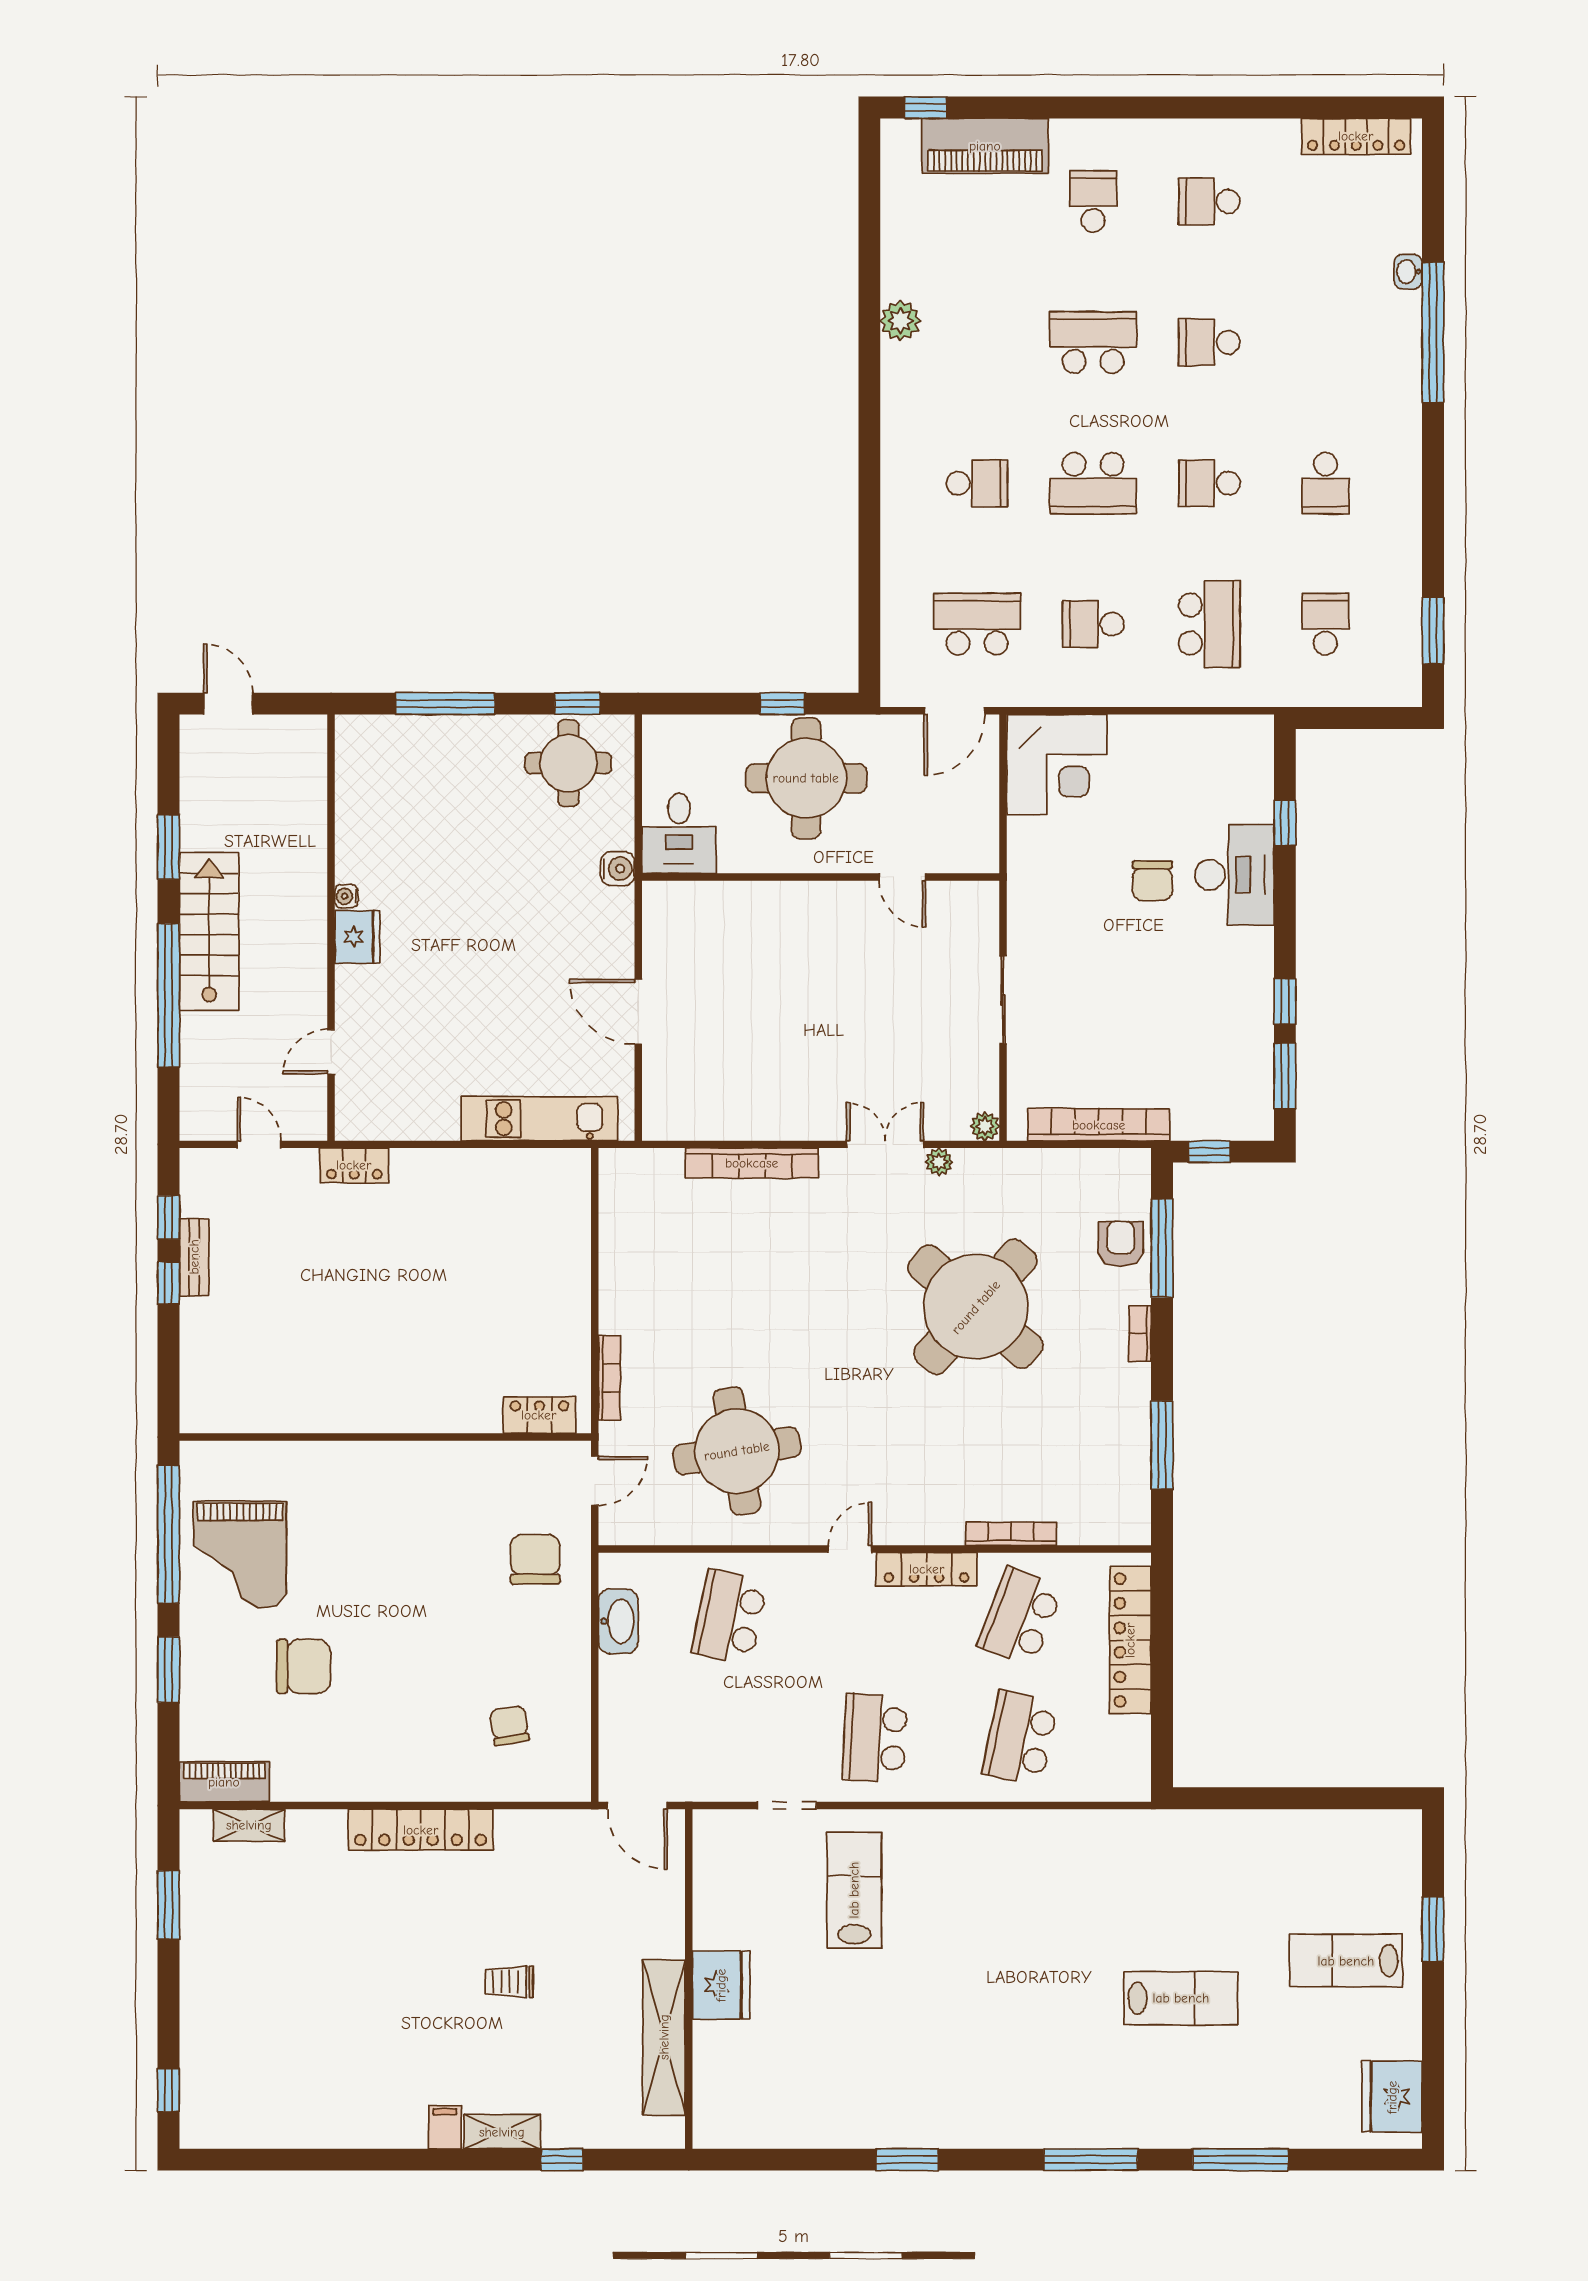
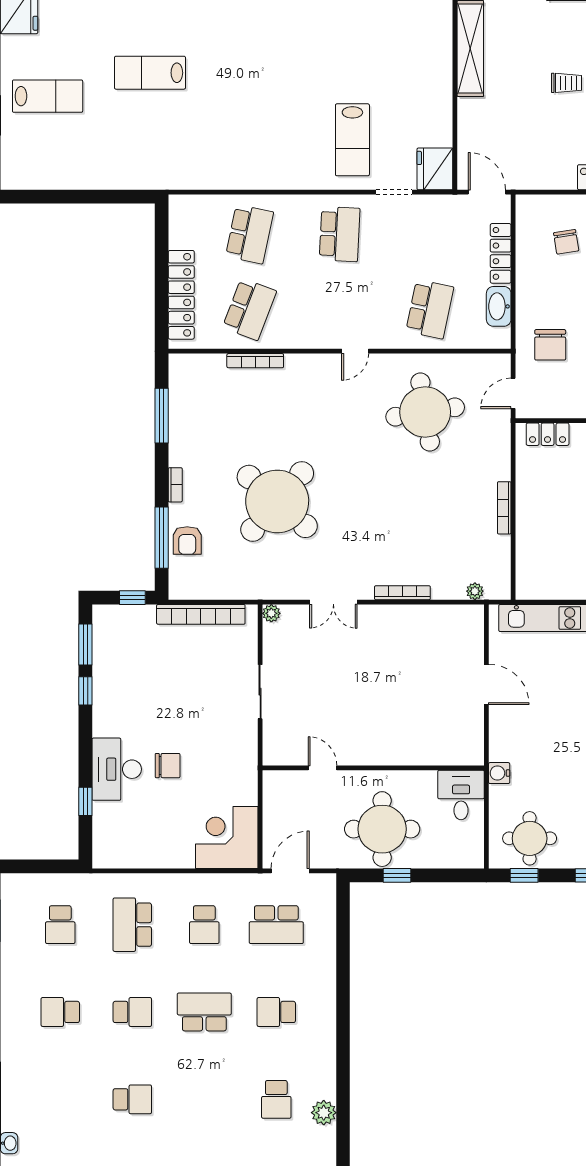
school desk: (1093, 342) -> (276, 1099), moved, width x0.54
school desk: (1325, 483) -> (60, 1012), turned -90
school desk: (1093, 624) -> (204, 925), turned 90
chair: (1152, 881) -> (168, 766), turned 90
plant: (939, 1162) -> (475, 591), moved
bookcase: (752, 1163) -> (402, 593), width x0.68, depth x0.76
bookcase: (609, 1378) -> (504, 508), moved
locker: (927, 1569) -> (501, 253), moved, turned -90
fridge: (721, 1985) -> (435, 169), moved

